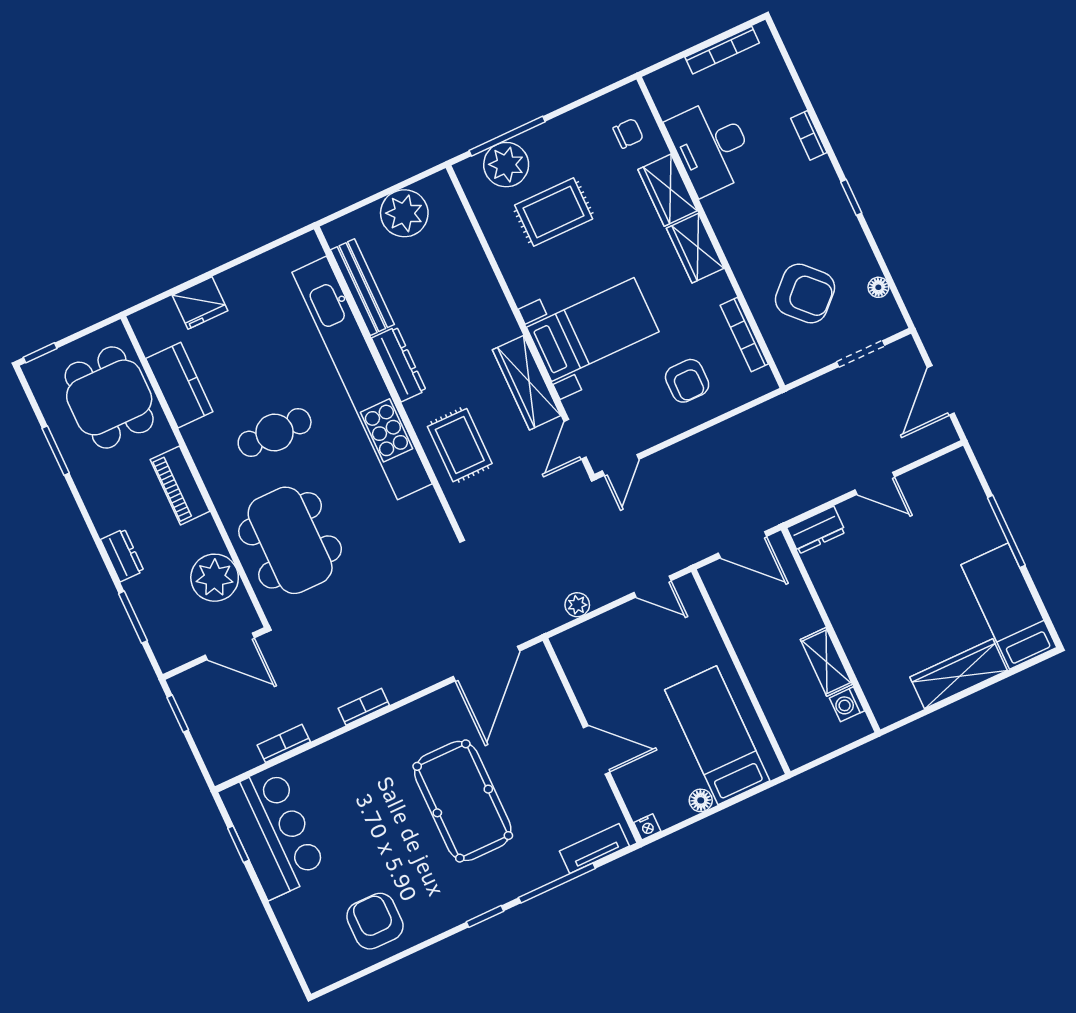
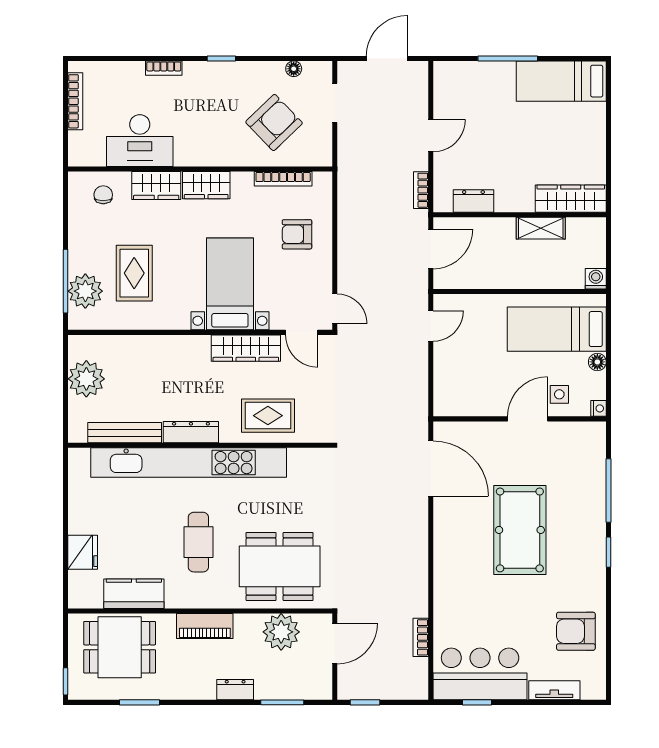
armchair: (687, 381) -> (297, 234), turned 180
door: (941, 390) -> (387, 58), swing flipped
dresser: (816, 530) -> (473, 201), moved, turned -90
plant: (577, 605) -> (419, 385), removed
wardrobe: (959, 674) -> (571, 199), moved, turned 90
washing machine: (847, 704) -> (596, 279), moved, turned 180
bookcase: (364, 707) -> (421, 190), moved
side table: (642, 774) -> (559, 394), added
pool table: (463, 801) -> (520, 530), turned 90
tv unit: (594, 848) -> (554, 690), moved, turned 90

